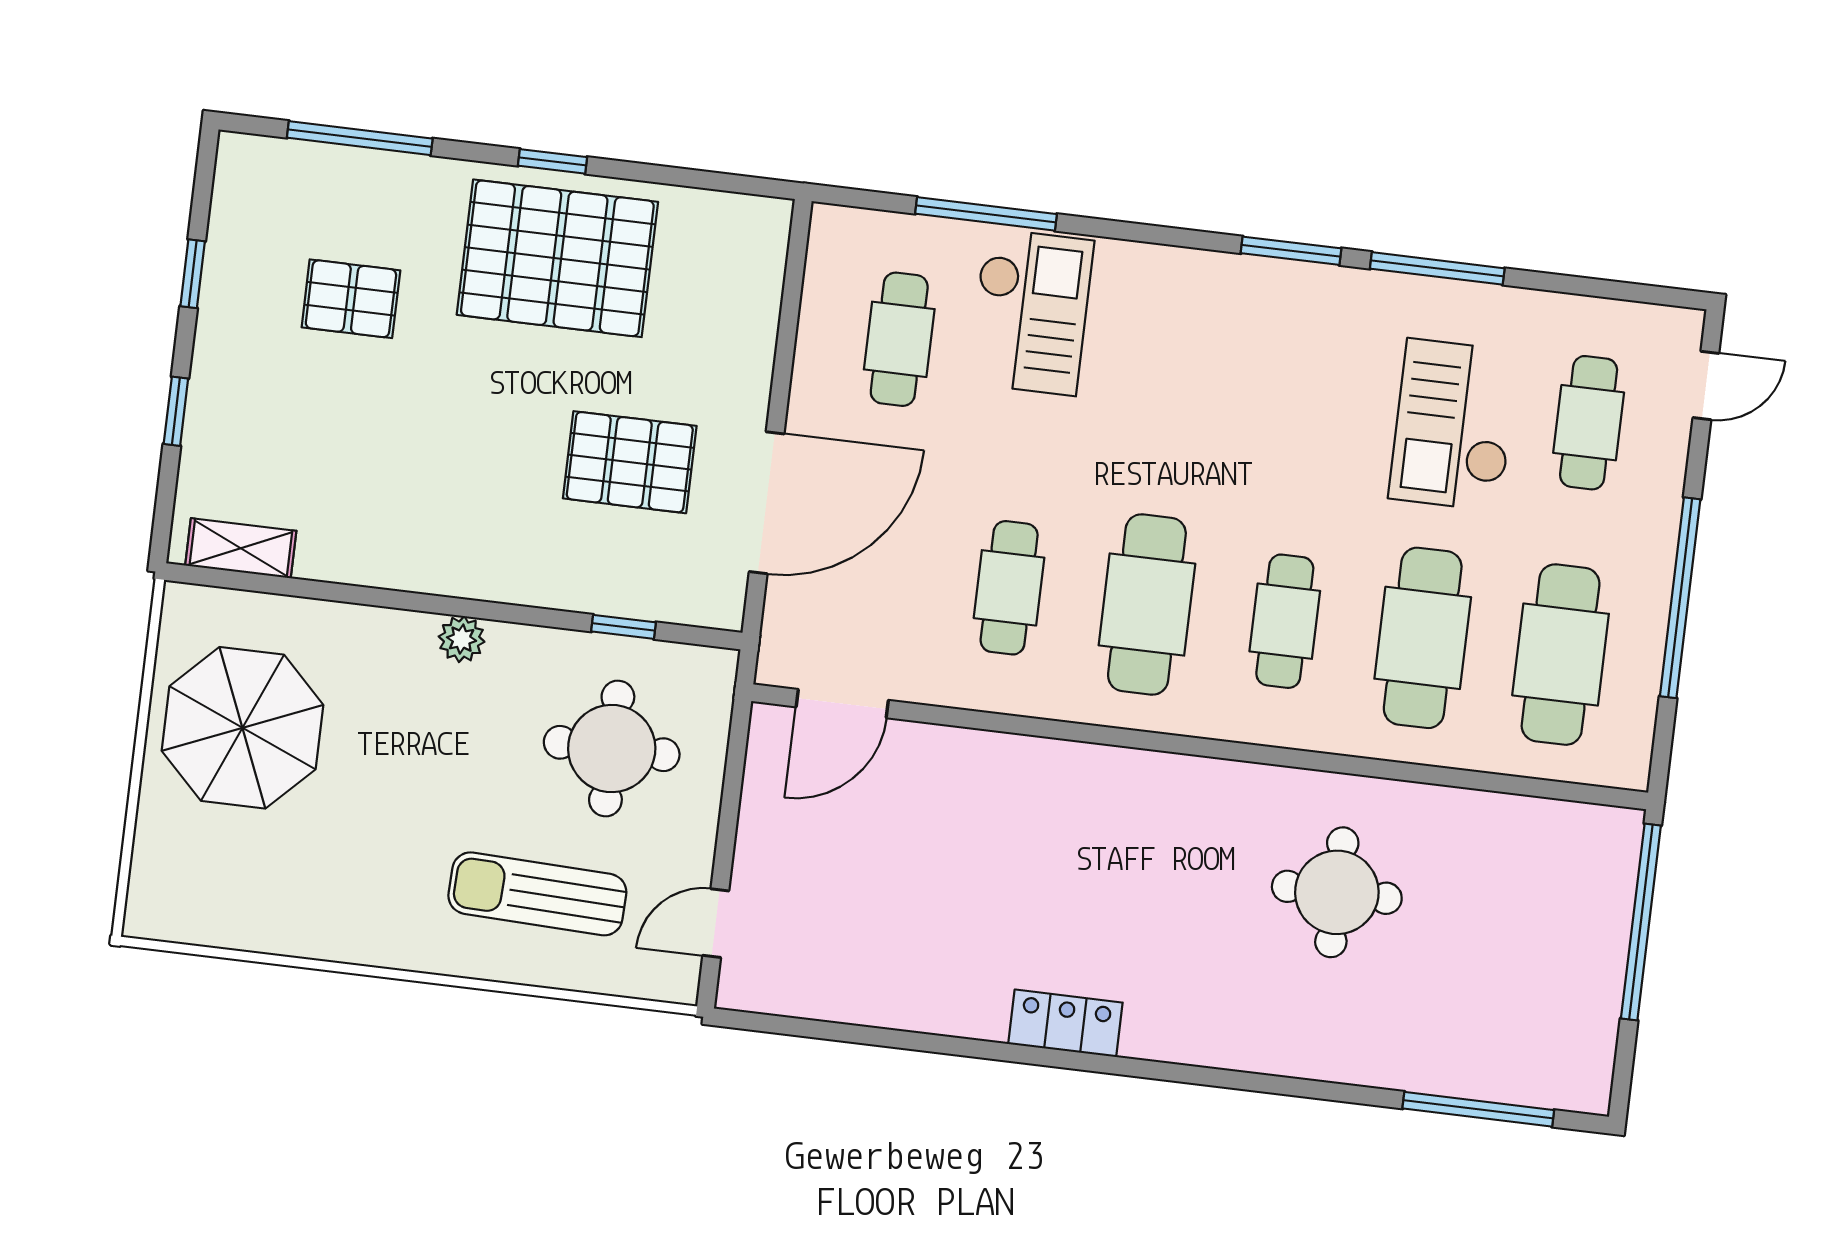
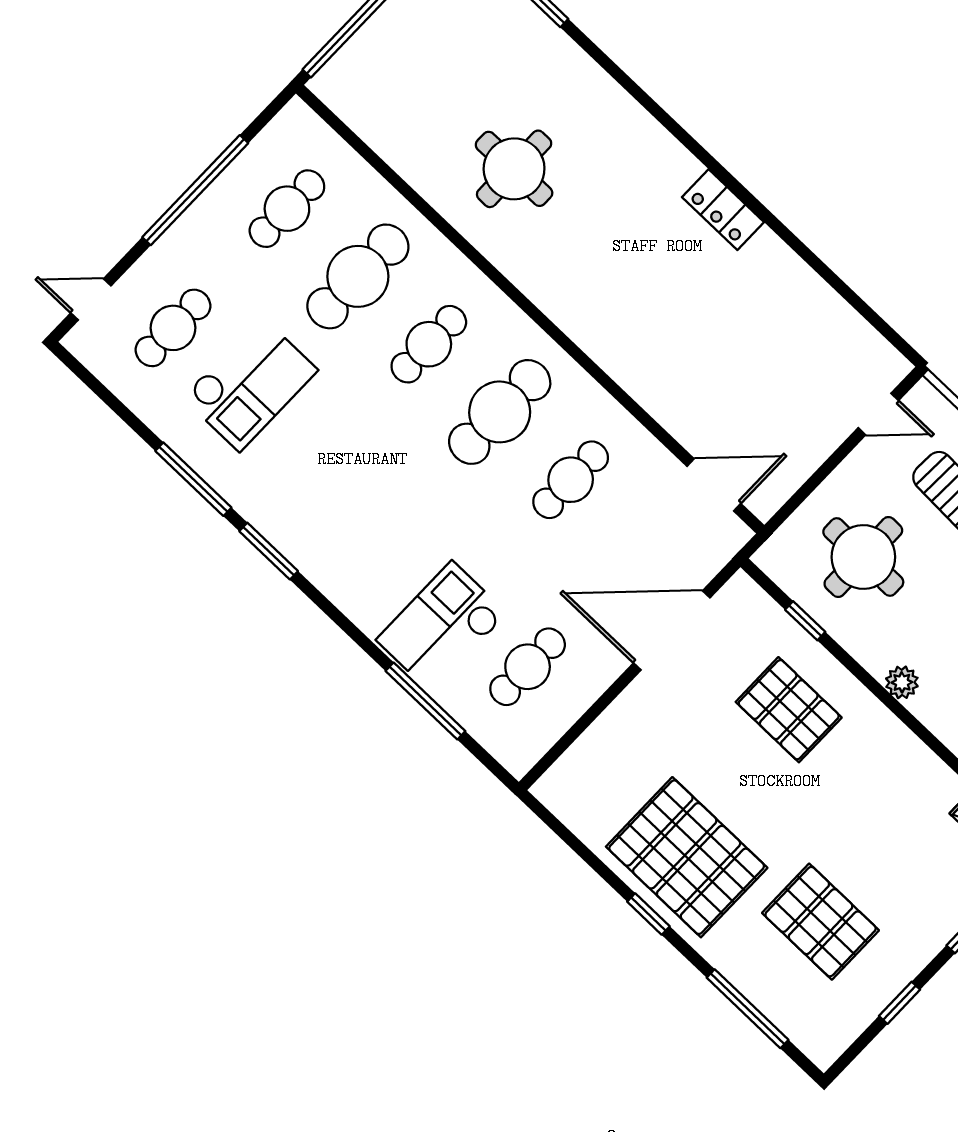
pallet: (351, 299) -> (821, 922), width x1.50, depth x1.42
pallet: (630, 462) -> (789, 710), moved
cafe table: (1561, 655) -> (287, 209), width x0.73, depth x0.74

